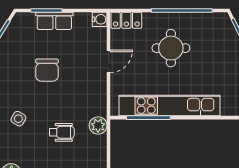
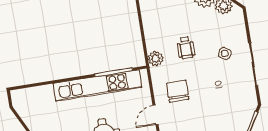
chair: (47, 70) -> (178, 91), moved
wheelchair: (62, 132) -> (186, 48), turned -90

